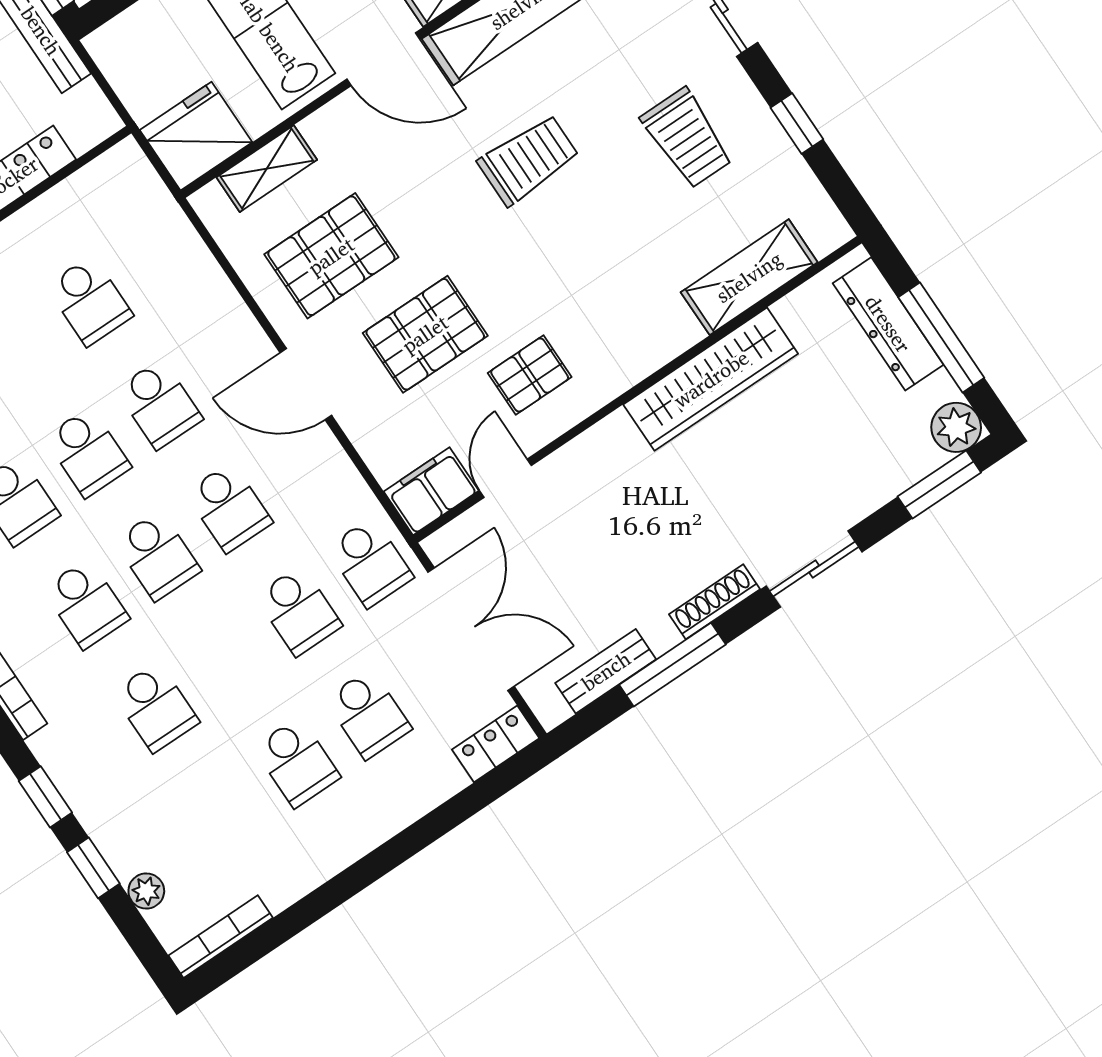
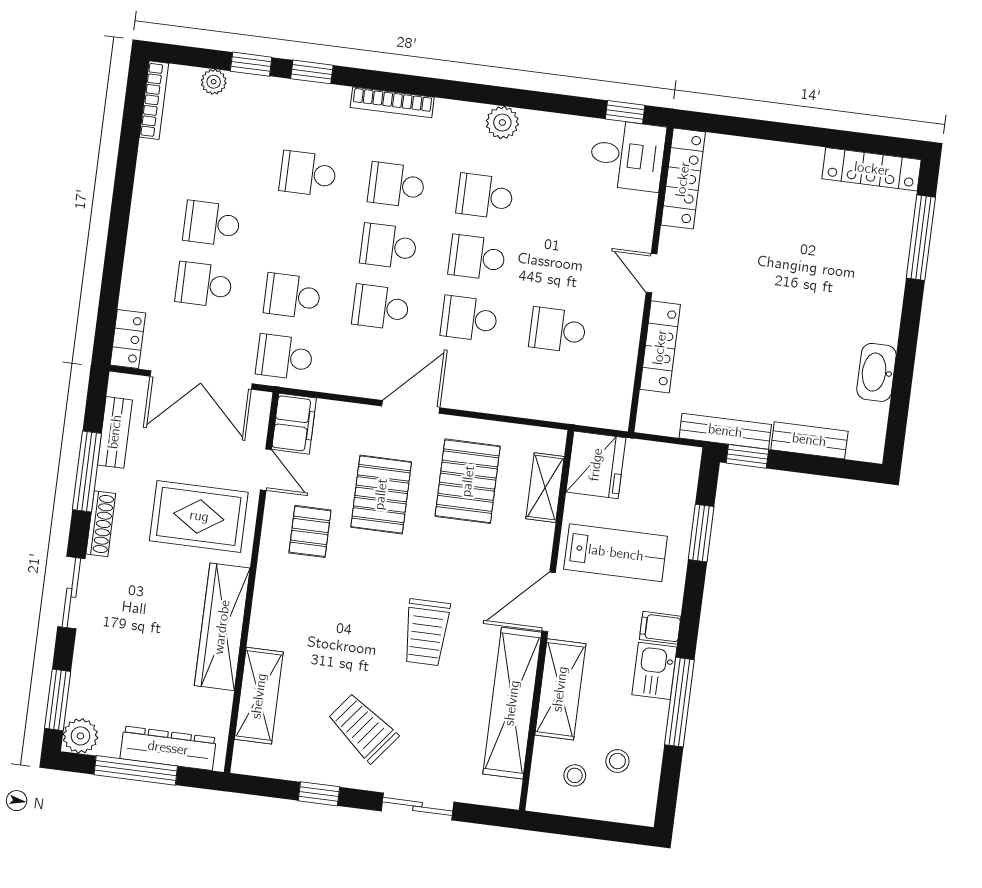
trolley: (687, 138) -> (363, 728), turned 38
rug: (617, 506) -> (199, 516), added

